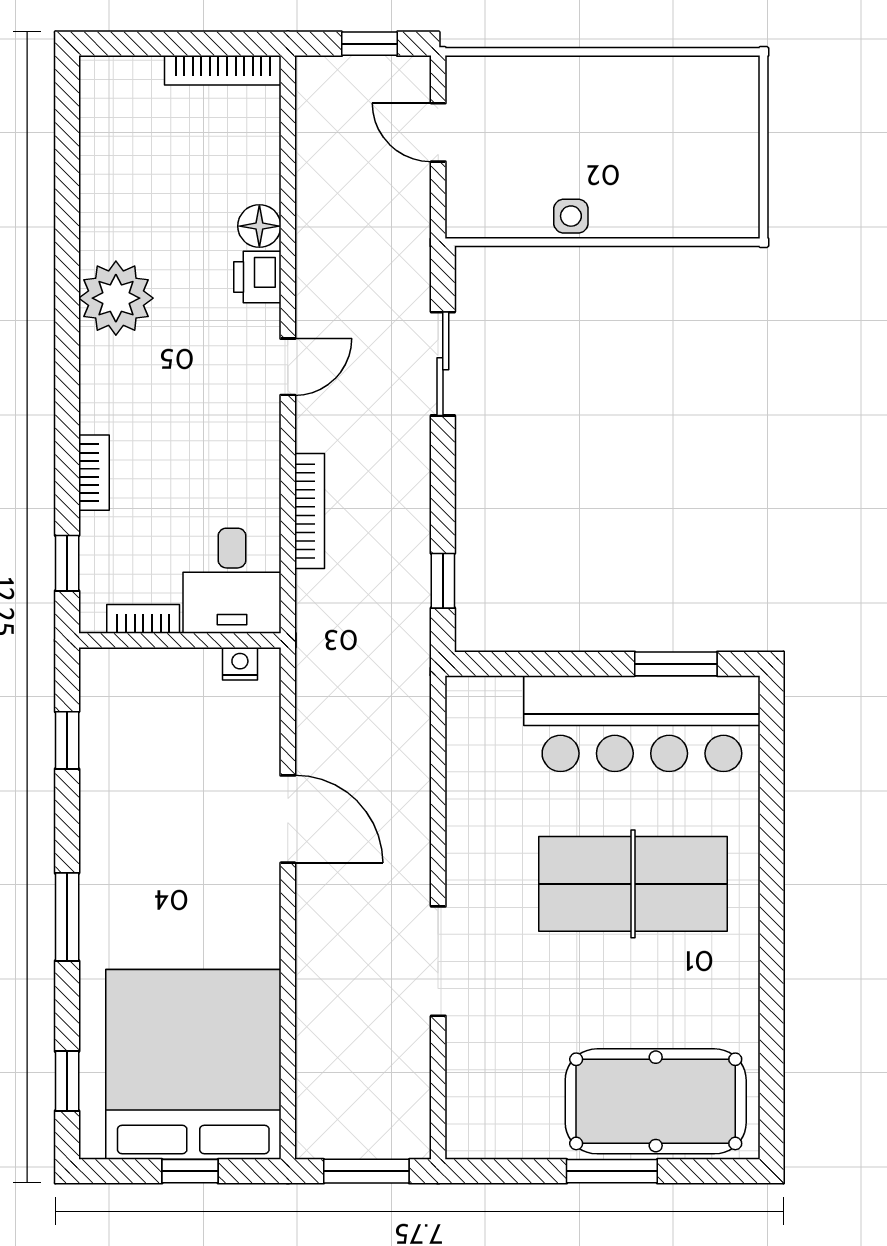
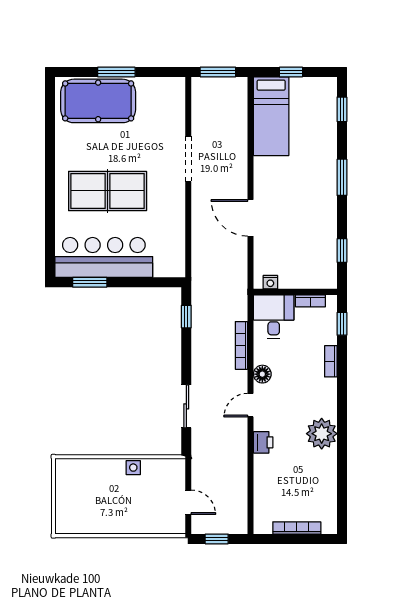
bookcase: (223, 70) -> (297, 528), moved
floor lamp: (259, 226) -> (262, 374), moved
bed: (193, 1064) -> (271, 116), width x0.49

